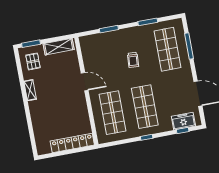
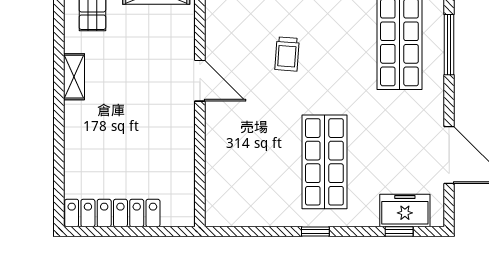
trolley: (133, 60) -> (287, 54), moved
shop shelf: (113, 113) -> (249, 162), removed
locker: (72, 143) -> (112, 213), moved

